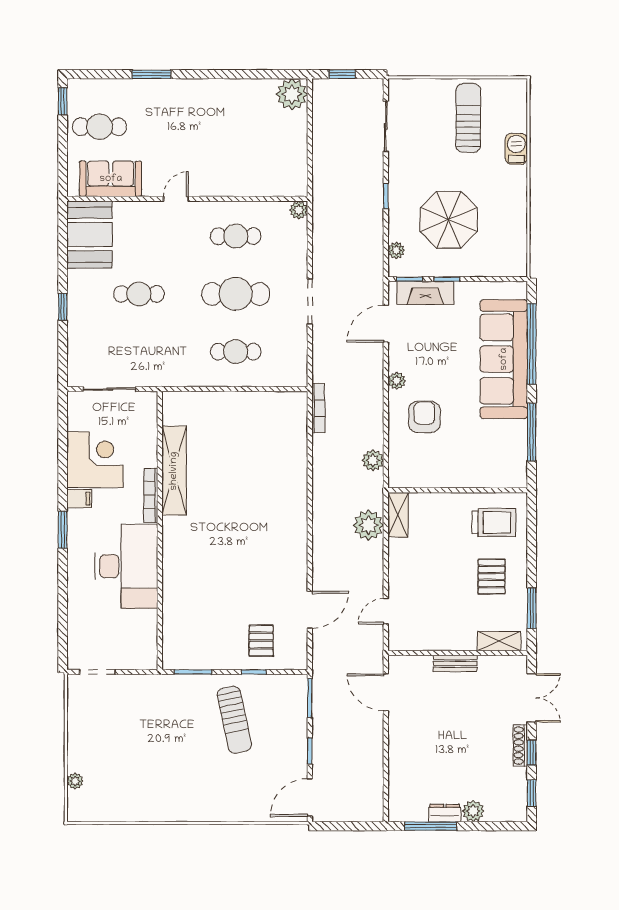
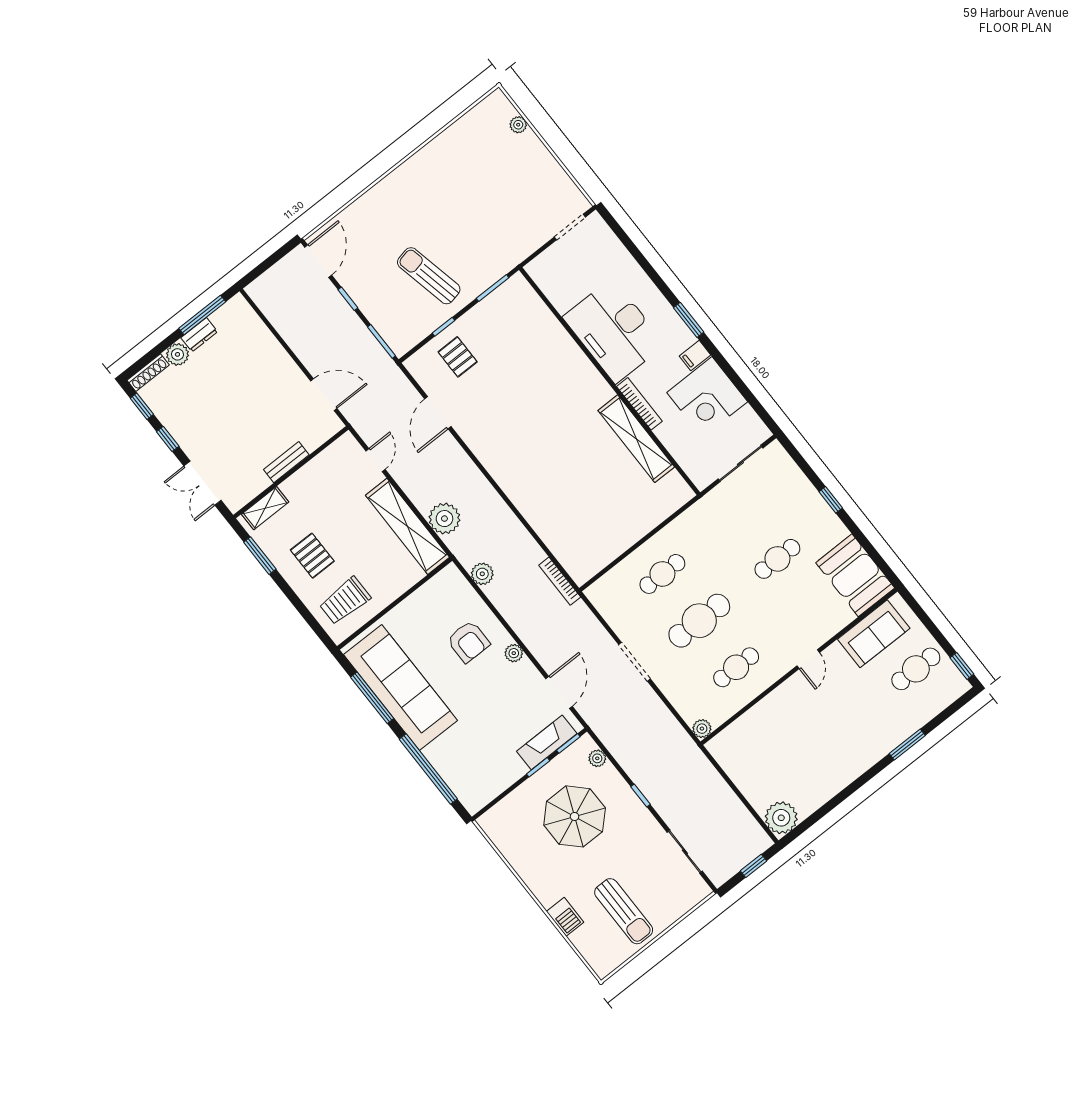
sofa: (504, 359) -> (401, 687), moved
shelving: (398, 515) -> (407, 526), width x2.20, depth x1.33
shoe rack: (520, 746) -> (148, 373), moved, turned 90

